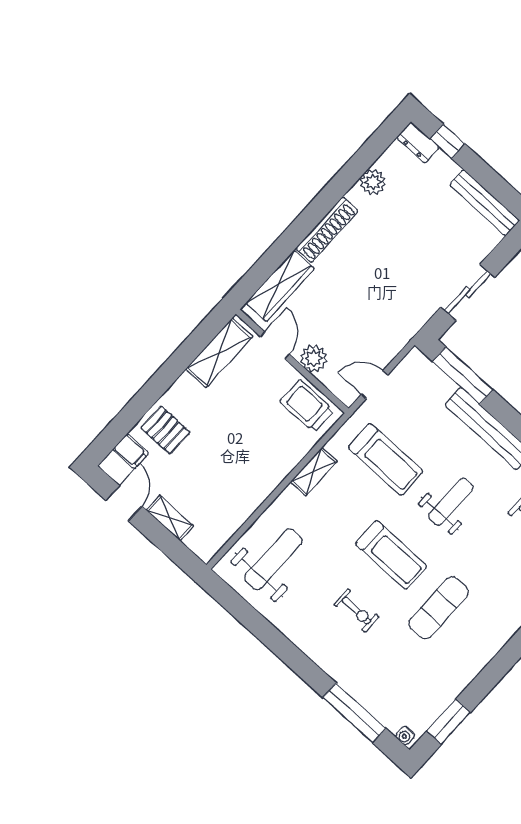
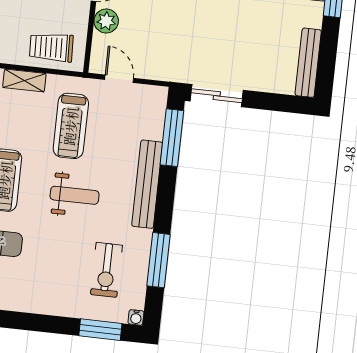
sliding door: (468, 292) -> (217, 96), moved
trolley: (307, 406) -> (51, 47), moved, turned -92

